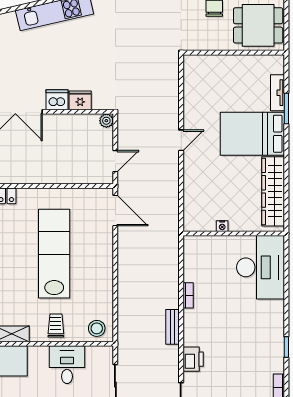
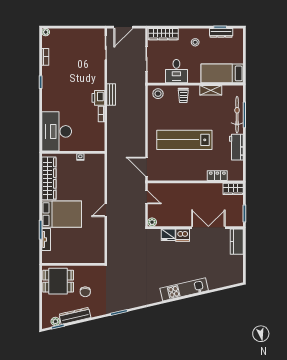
door: (115, 161) -> (147, 197), swing flipped
lab bench: (54, 254) -> (184, 140), turned 90
printer: (193, 359) -> (98, 98), moved

